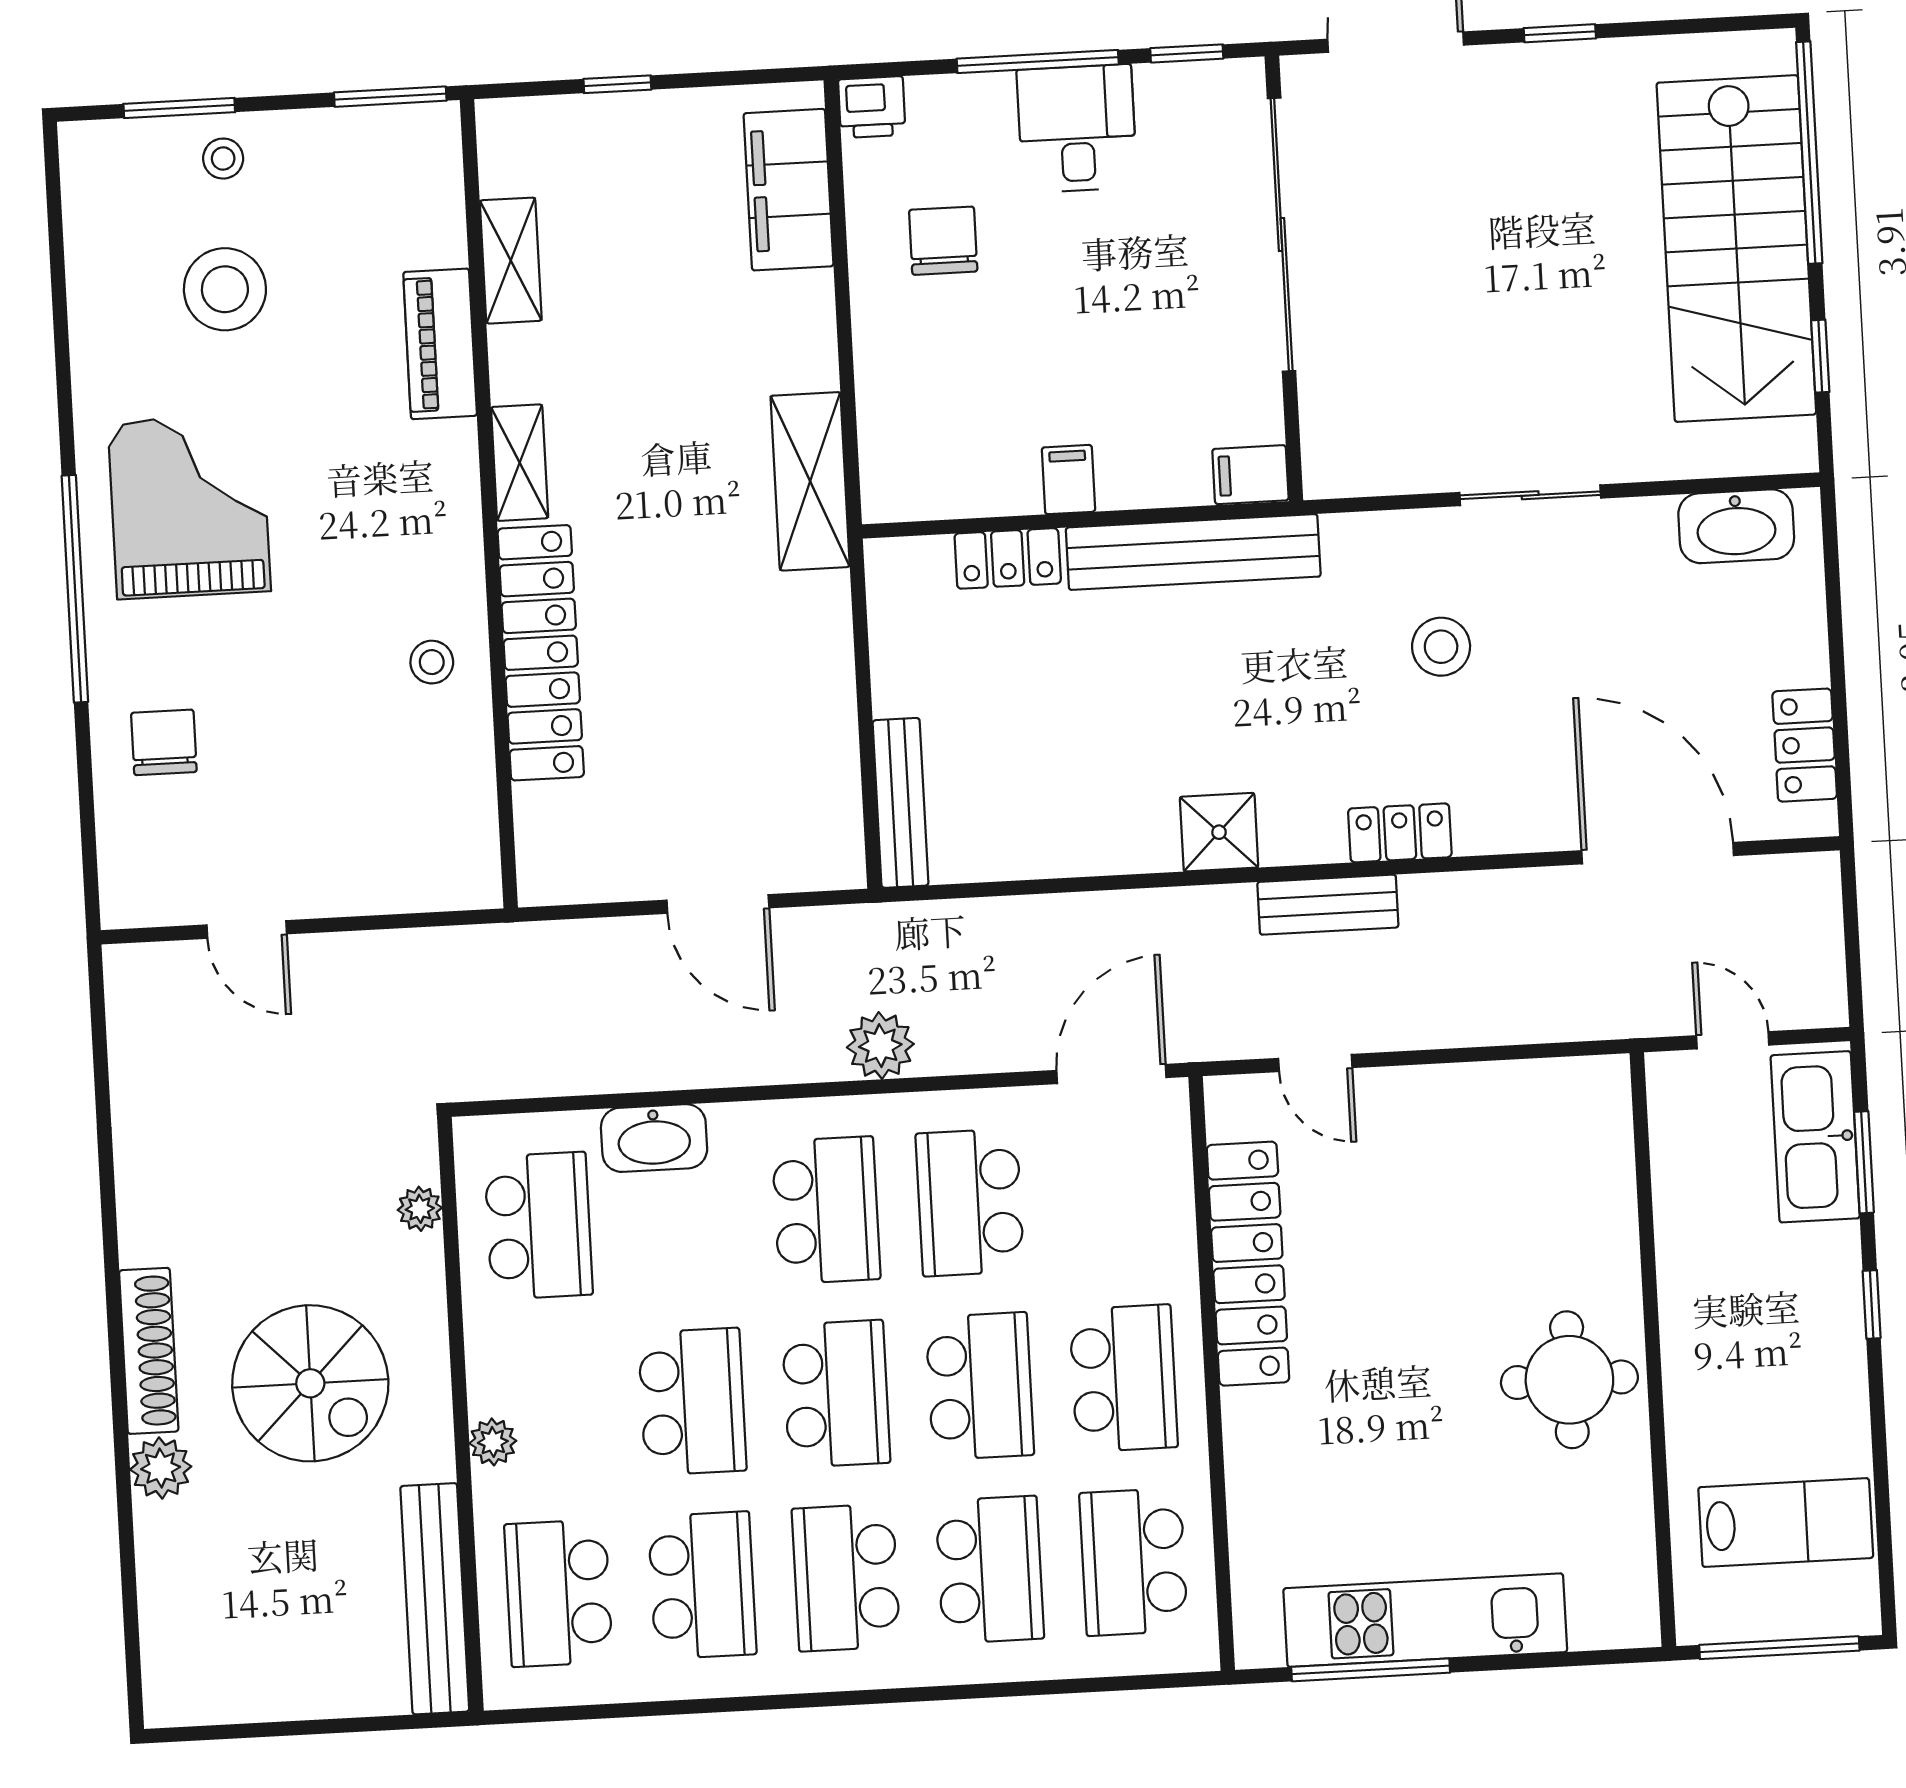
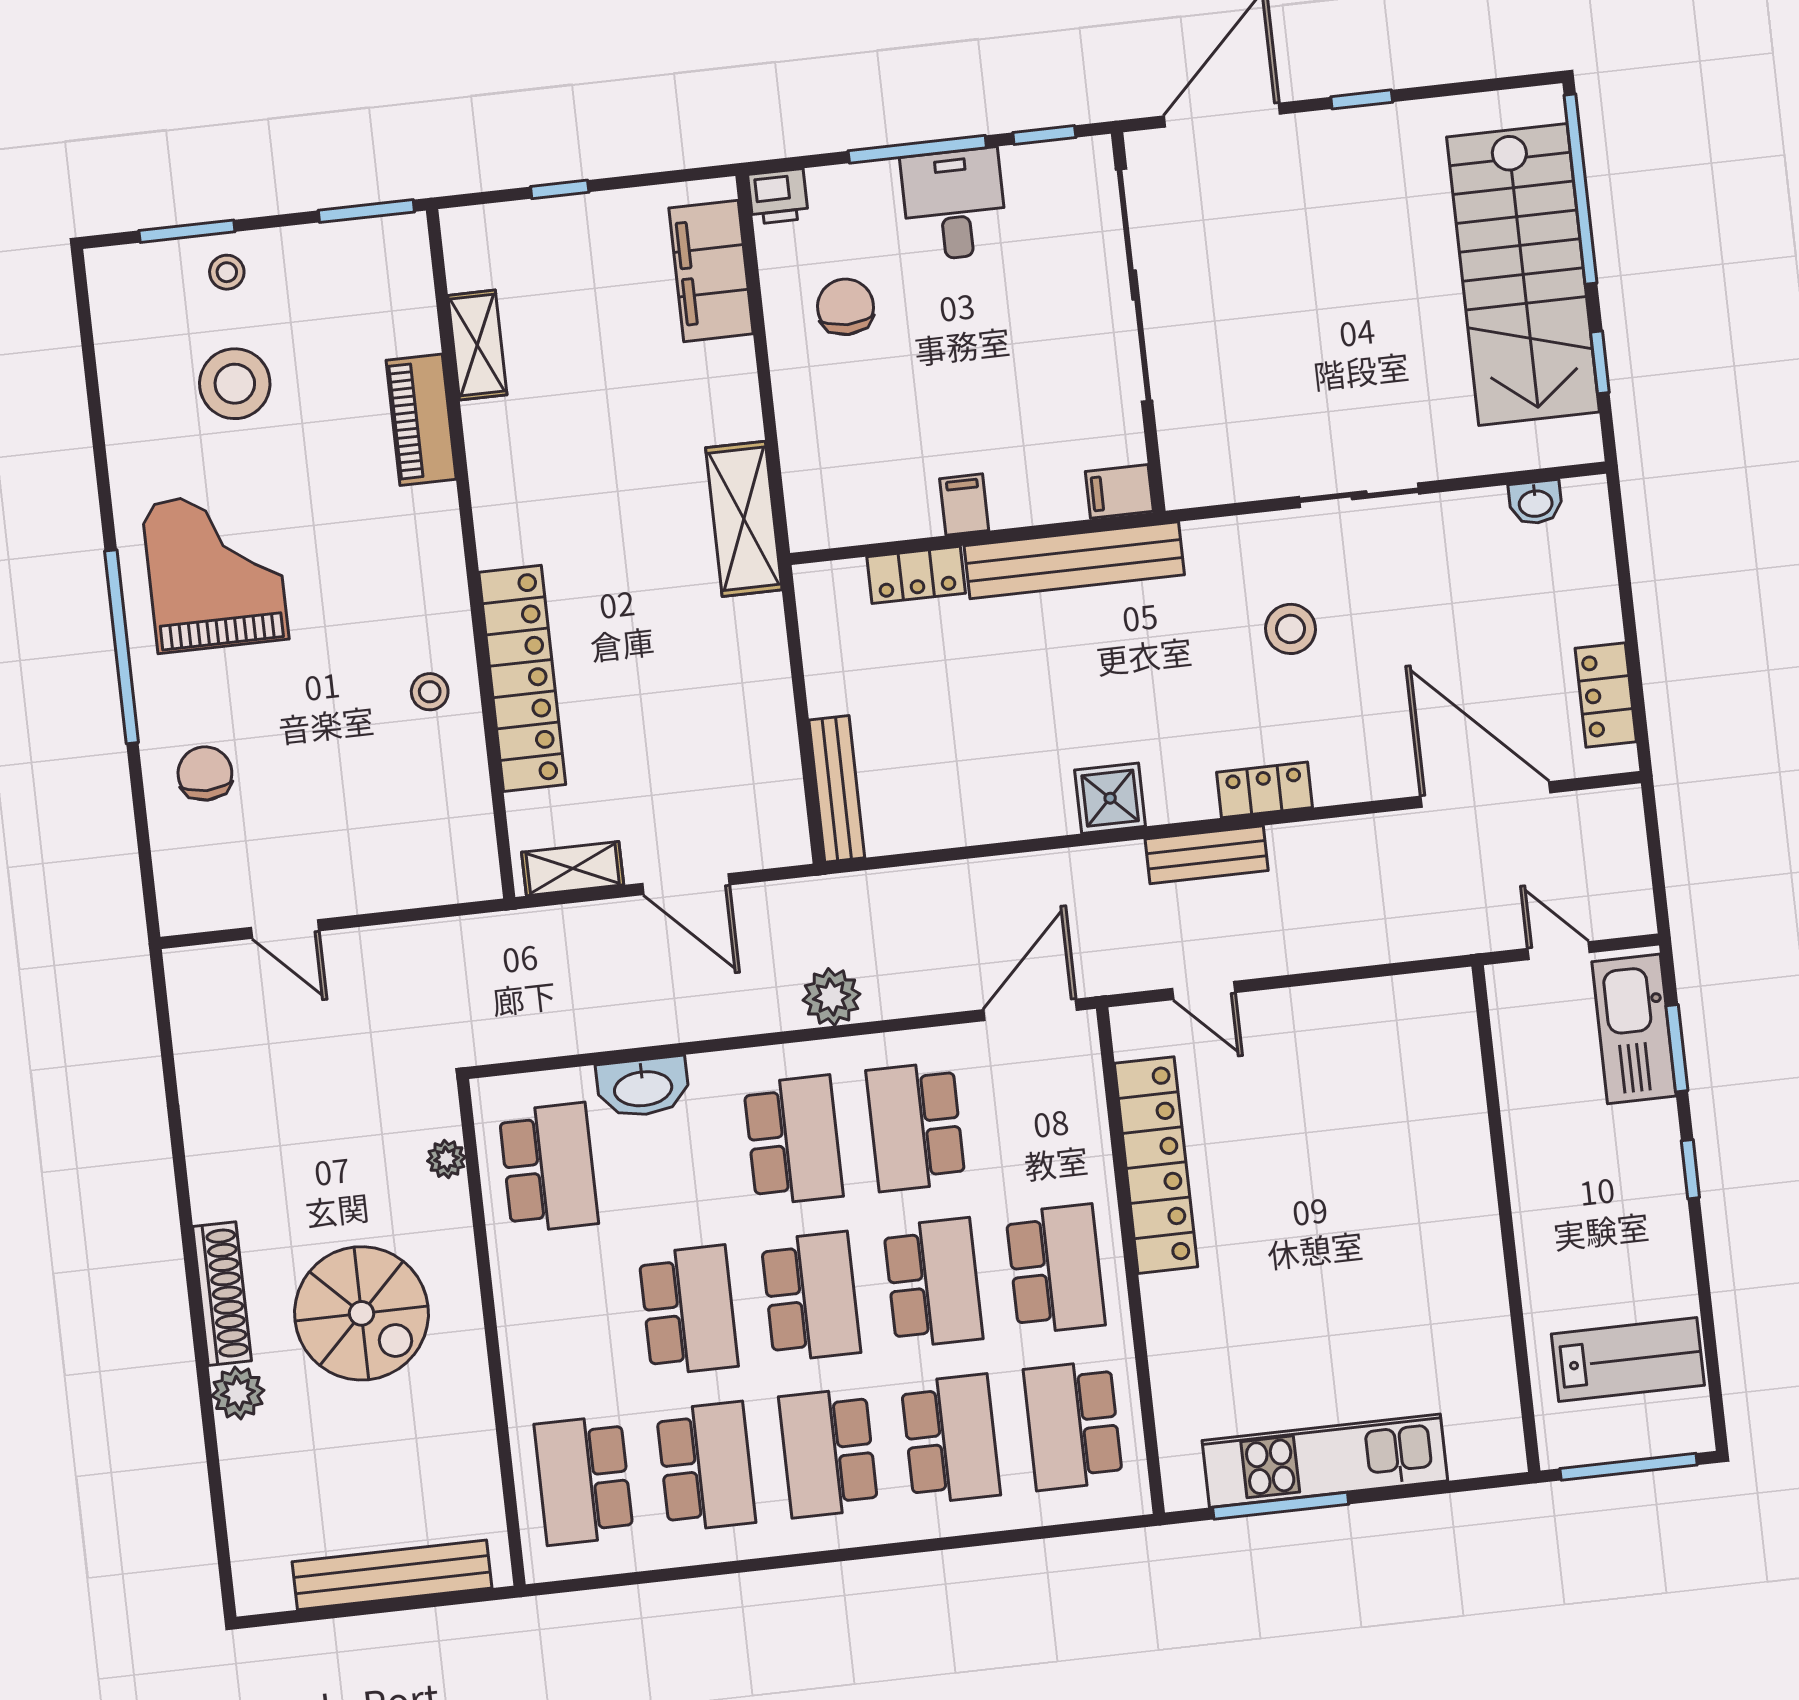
shelving: (520, 463) -> (573, 869), moved, turned 90
washbasin: (1736, 526) -> (1535, 502), width x0.52, depth x0.69
round table: (1569, 1380) -> (1436, 1248), removed
plant: (493, 1442) -> (520, 1354), removed
bench: (435, 1599) -> (392, 1575), moved, turned 90

